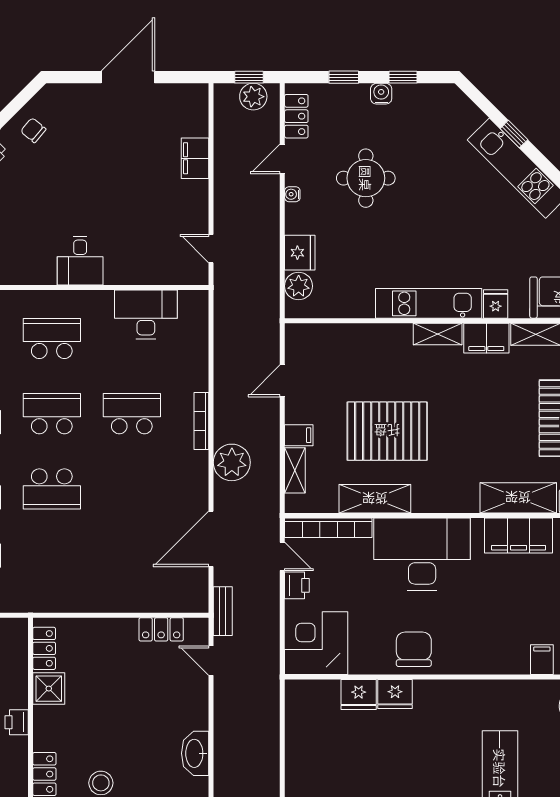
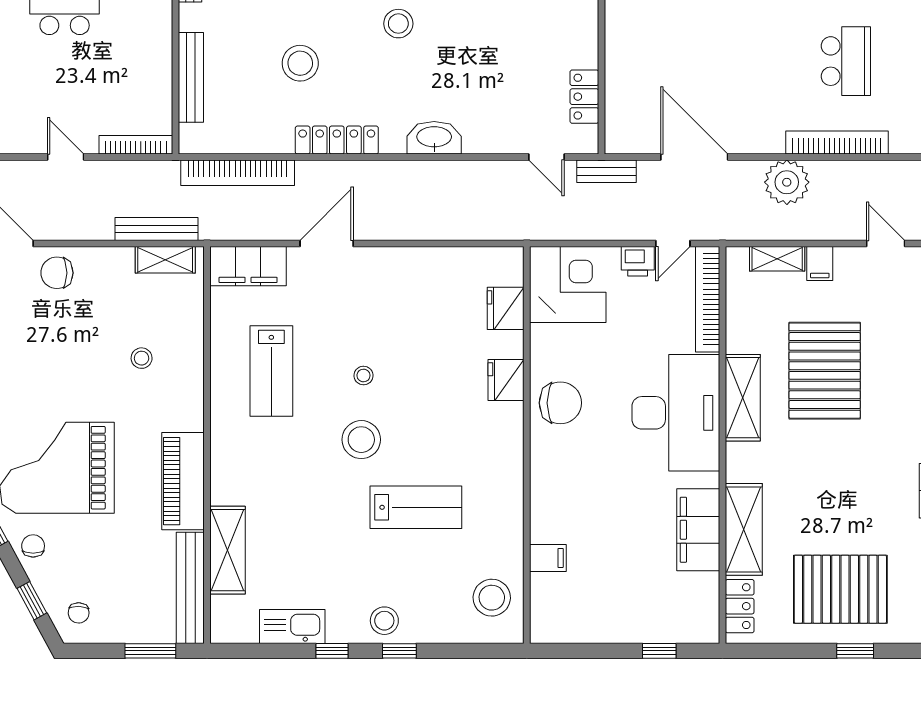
bookcase: (201, 421) -> (837, 143), width x1.48, depth x1.31
shelving: (375, 499) -> (743, 398), moved
door: (211, 661) -> (546, 157), swing flipped
fridge: (359, 694) -> (506, 308), moved

